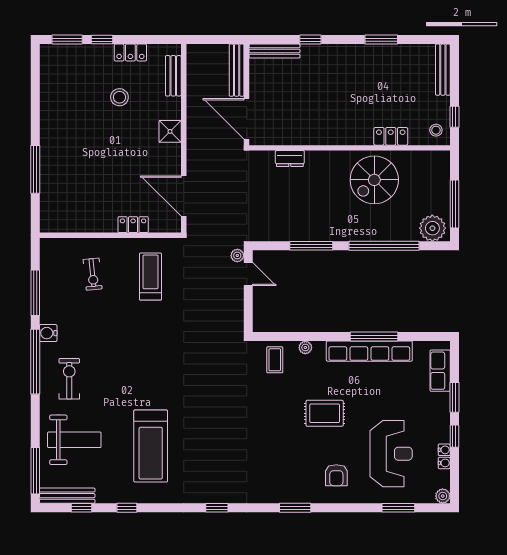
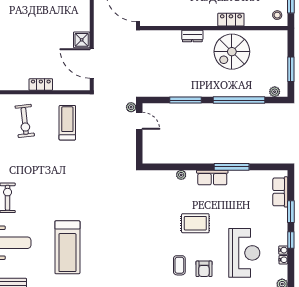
shower: (170, 131) -> (82, 40), moved
locker: (391, 136) -> (231, 20), moved
dresser: (290, 159) -> (192, 36), moved
window: (454, 204) -> (291, 69), width x0.69
locker: (133, 225) -> (41, 84), moved
plant: (432, 228) -> (275, 92), width x0.53, depth x0.53
exercise bike: (93, 274) -> (25, 121), width x1.38, depth x1.39
row of seats: (369, 351) -> (212, 177), width x0.50
coffee table: (275, 360) -> (179, 265), moved

